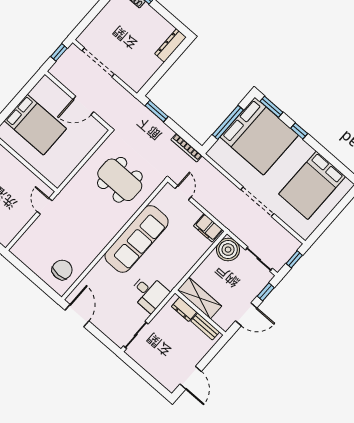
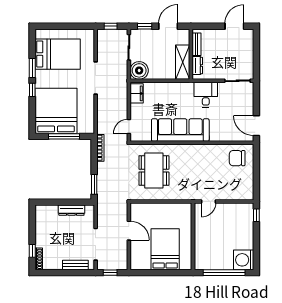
bench: (95, 25) -> (75, 265), added
dresser: (171, 45) -> (71, 210), moved
window: (271, 107) -> (32, 68), moved
door: (246, 314) -> (168, 26), hinge flipped
door: (77, 316) -> (256, 126), hinge flipped

